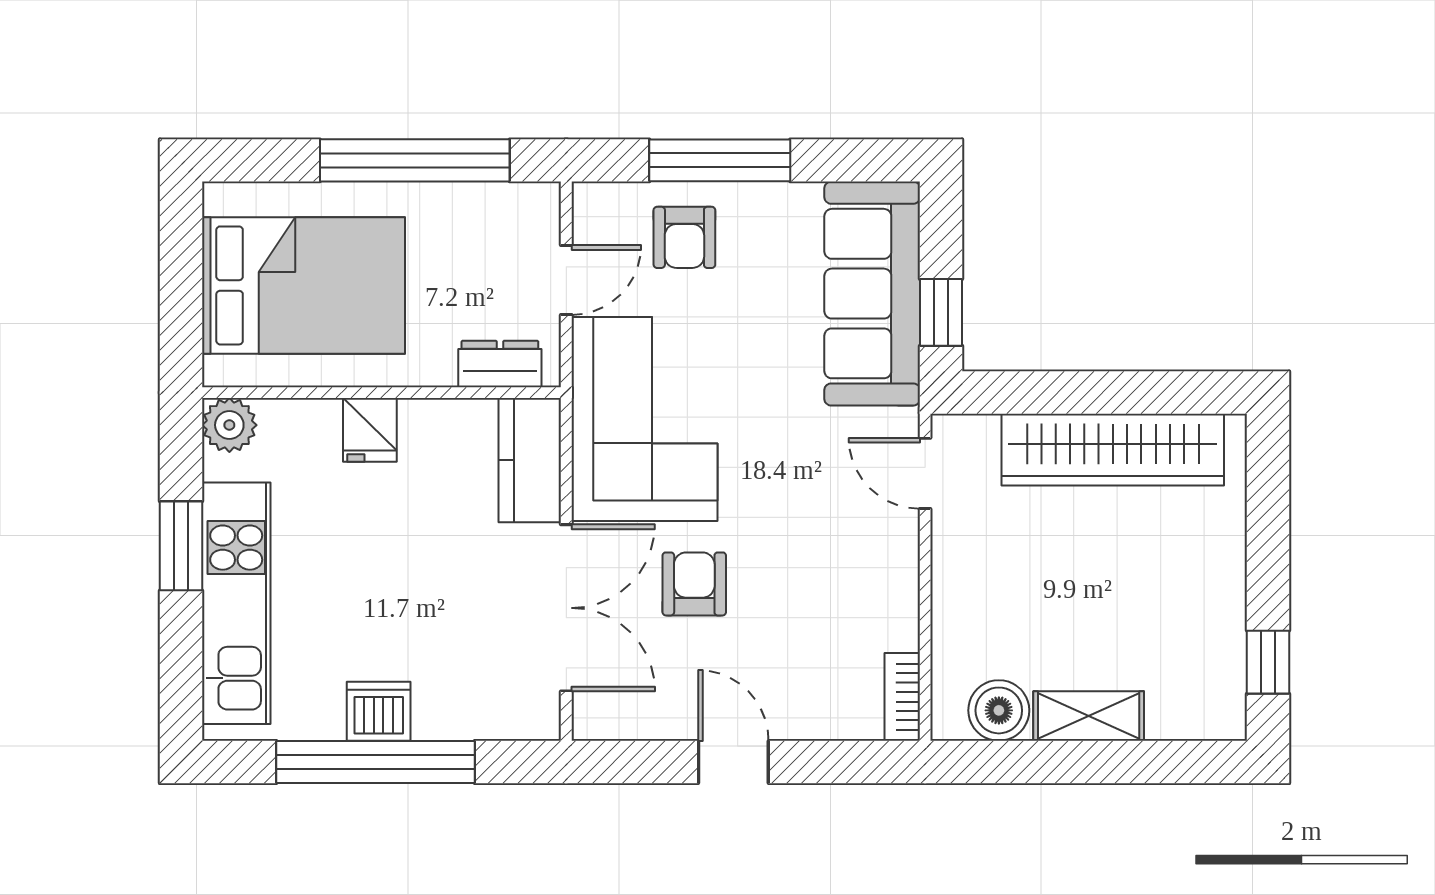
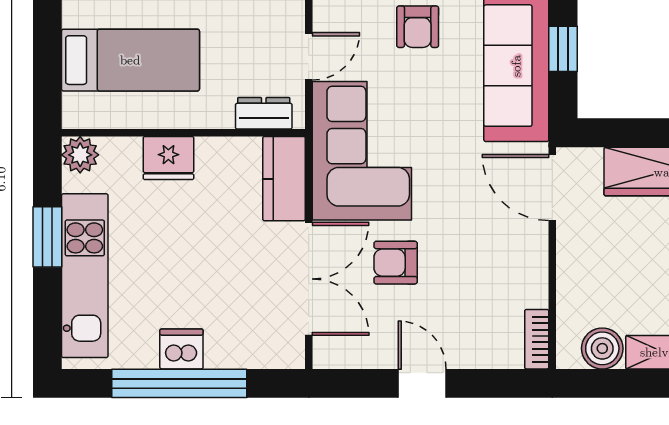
armchair: (684, 237) -> (418, 27), moved
bed: (304, 285) -> (130, 60), width x0.67
window: (941, 312) -> (563, 49), moved
fridge: (370, 430) -> (168, 158), width x1.38
door: (925, 473) -> (552, 188), width x1.38
armchair: (694, 584) -> (396, 263), turned -90

